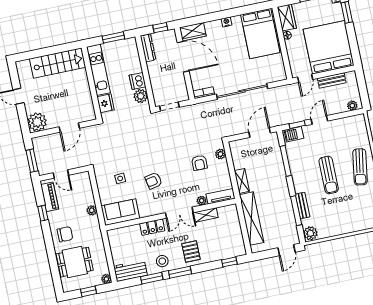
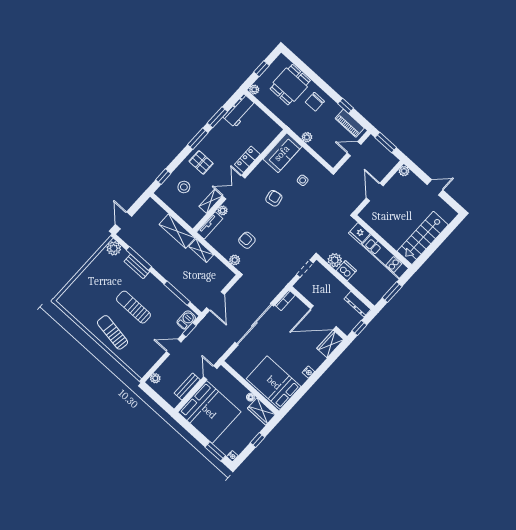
door: (319, 120) -> (174, 347), swing flipped
plant: (37, 122) -> (404, 171), width x0.53, depth x0.53
shelving: (251, 219) -> (177, 231), width x0.68
stool: (162, 261) -> (184, 187), moved

